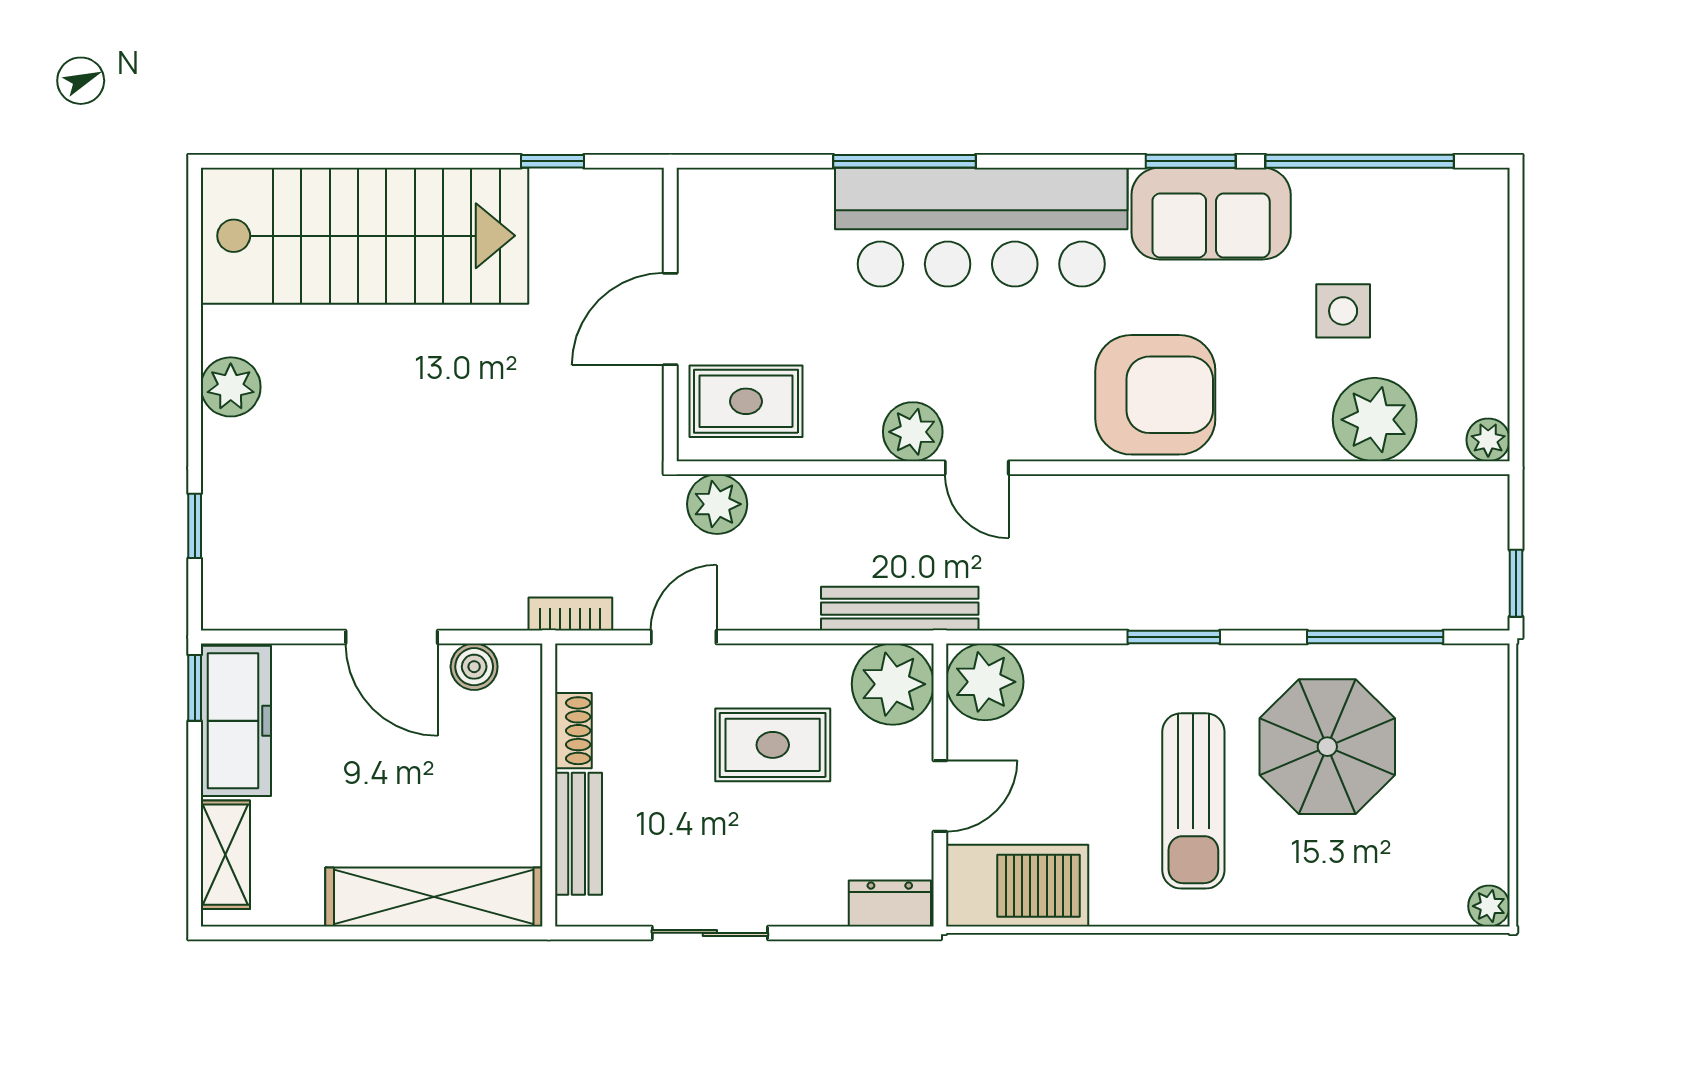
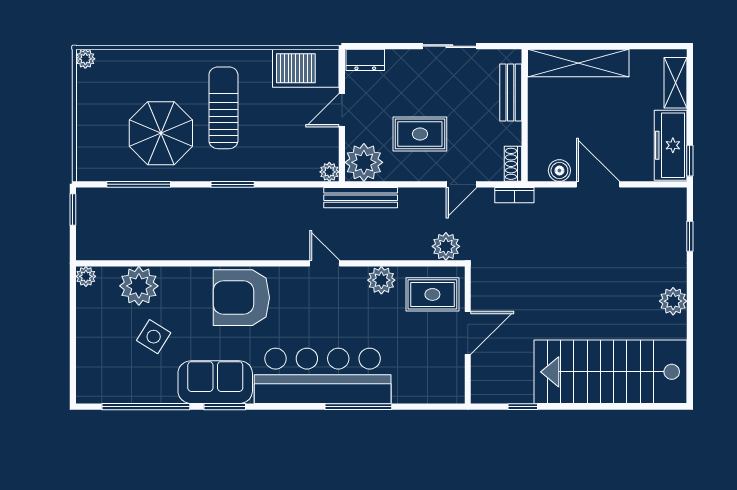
side table: (1343, 311) -> (154, 337), turned 32
plant: (913, 432) -> (381, 280), moved
plant: (985, 682) -> (329, 172), width x0.53, depth x0.53
shoe rack: (573, 731) -> (513, 164), moved

